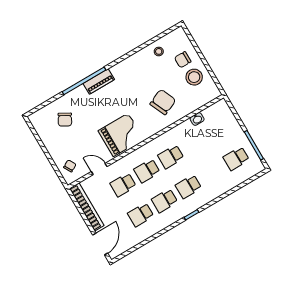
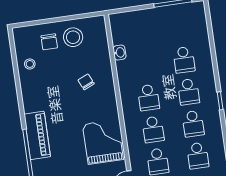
piano: (99, 81) -> (37, 135), width x1.37, depth x1.33
chair: (163, 102) -> (86, 82), width x0.54, depth x0.54
school desk: (236, 159) -> (184, 60), moved

